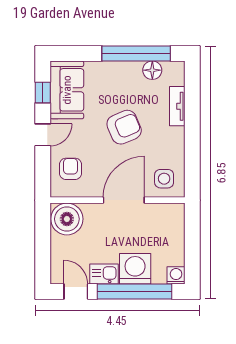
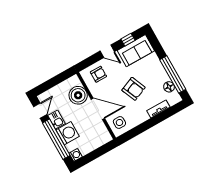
boiler: (67, 219) -> (78, 95), moved

